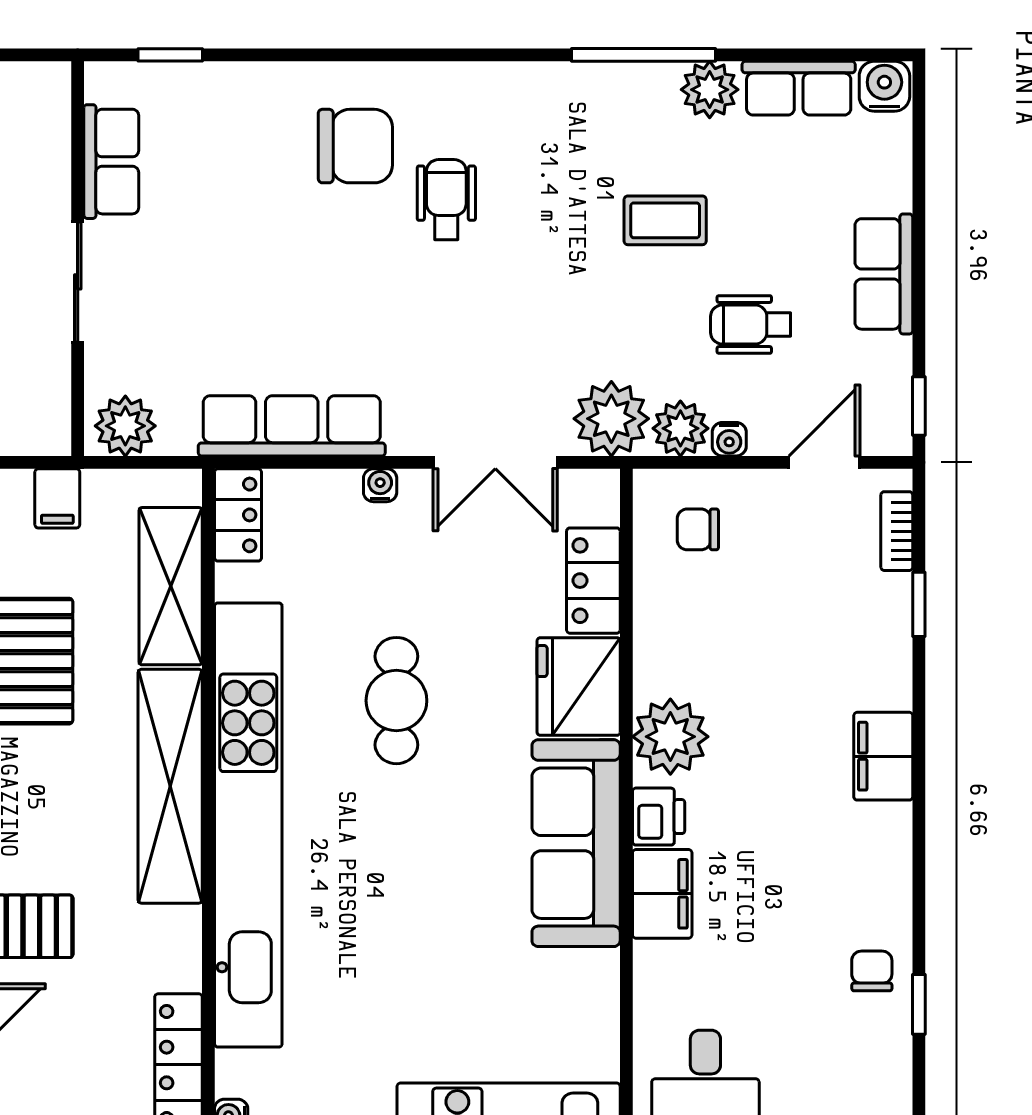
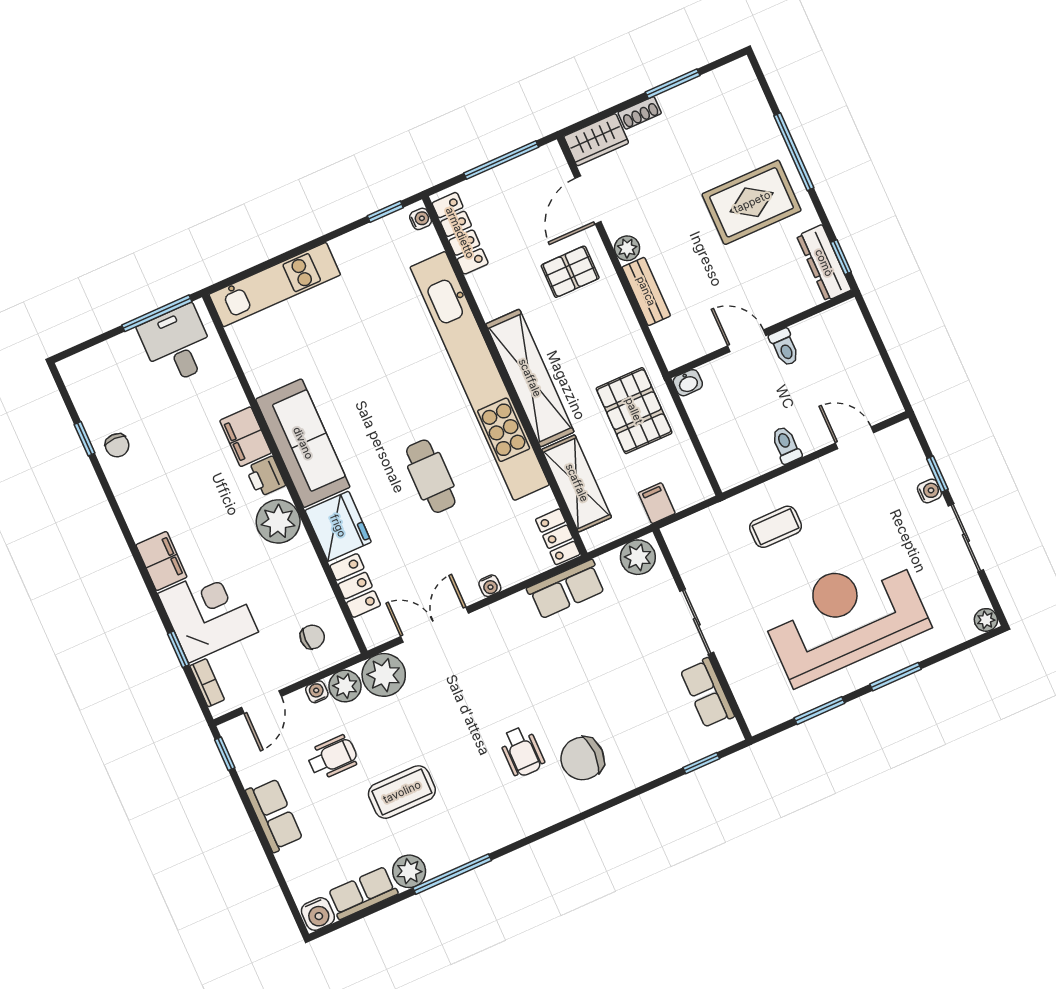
coffee table: (665, 220) -> (402, 792), width x1.36, depth x1.30
row of seats: (292, 426) -> (566, 589), width x0.68
corner desk: (846, 641) -> (208, 613), added

